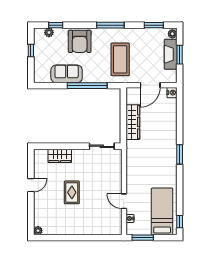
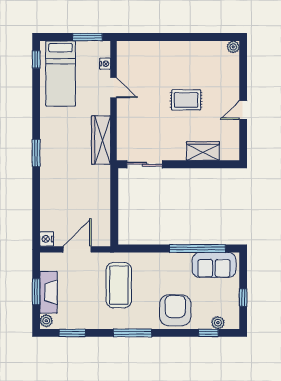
sofa: (67, 74) -> (214, 265), moved
window: (87, 86) -> (197, 249), moved
wardrobe: (133, 122) -> (101, 140), moved
rug: (72, 192) -> (186, 100), turned 90

